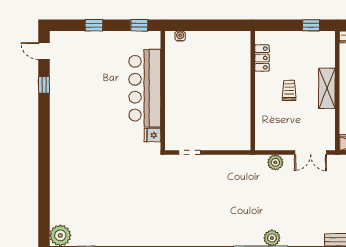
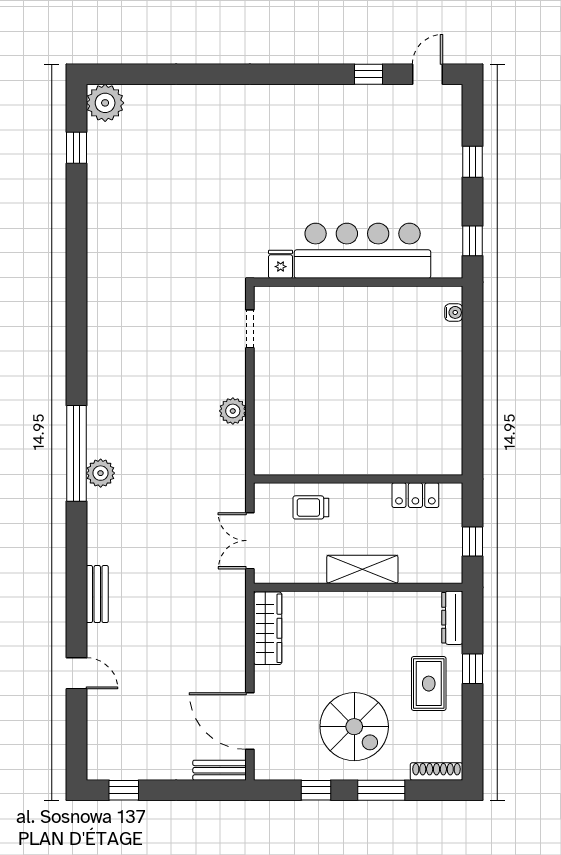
locker: (262, 58) -> (415, 495), moved
trolley: (289, 90) -> (311, 507), moved, turned 180
wall: (253, 91) -> (358, 479), moved
plant: (275, 162) -> (233, 411), moved

